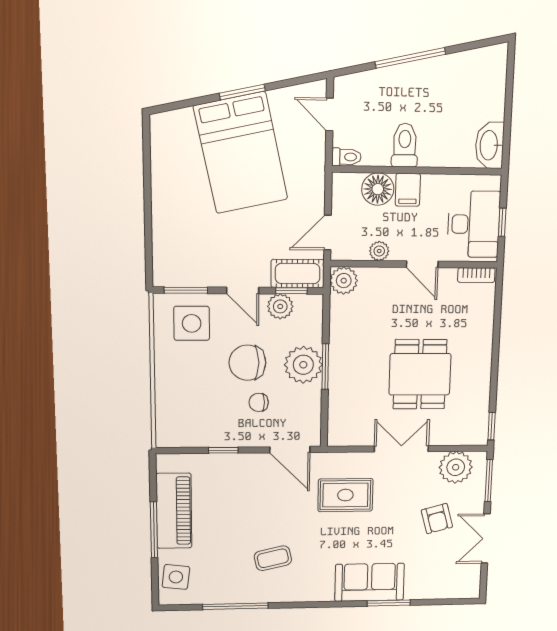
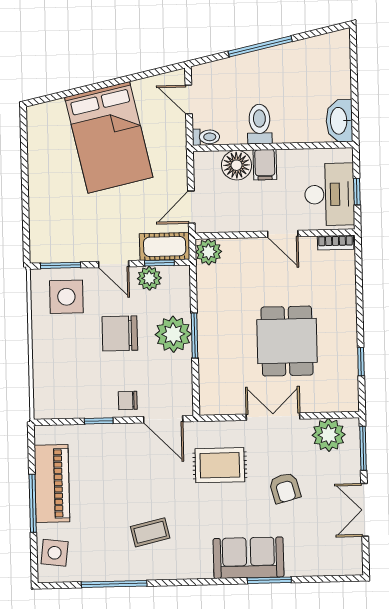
window: (242, 92) -> (109, 83), removed
plant: (379, 251) -> (241, 223), removed
chair: (259, 402) -> (128, 400), moved
window: (492, 426) -> (361, 362), moved
armchair: (437, 519) -> (285, 488), moved

